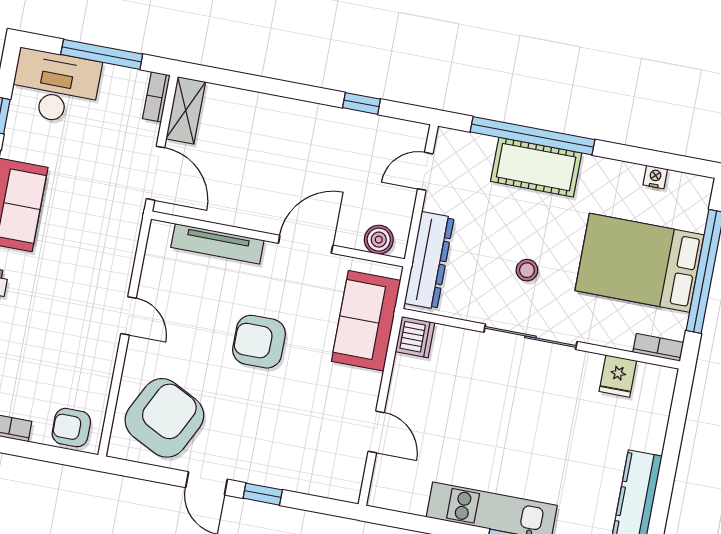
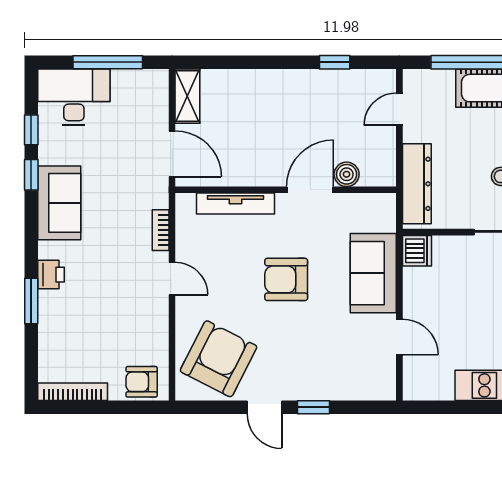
bookcase: (156, 97) -> (161, 230), moved
boiler: (379, 240) -> (347, 174), moved
sofa: (366, 321) -> (373, 273), moved

